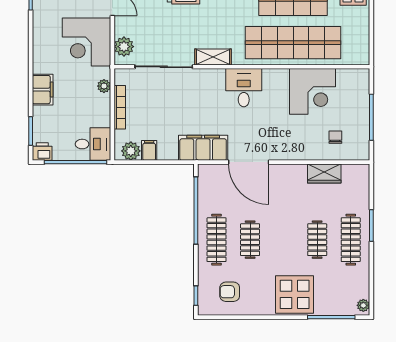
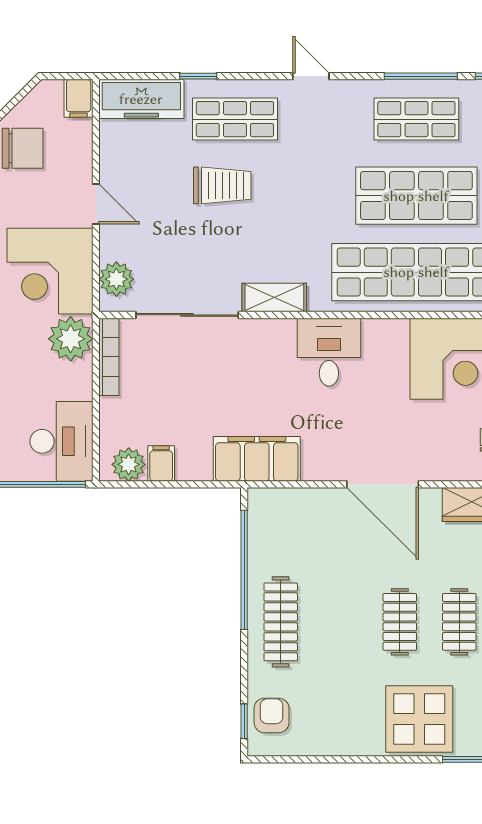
plant: (104, 86) -> (71, 339), width x1.88, depth x1.88
bookcase: (120, 107) -> (109, 357), moved
desk: (93, 144) -> (61, 441), width x1.37
door: (249, 162) -> (383, 484), moved
clothes rail: (250, 240) -> (400, 622), moved
armchair: (230, 292) -> (272, 715), moved, turned 90

